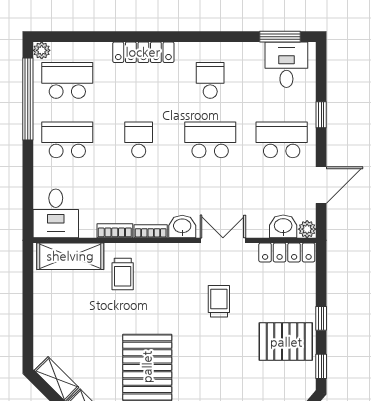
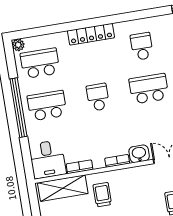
window: (28, 99) -> (18, 108), moved
bookcase: (115, 231) -> (79, 167), moved
trolley: (123, 274) -> (102, 195), turned 180

